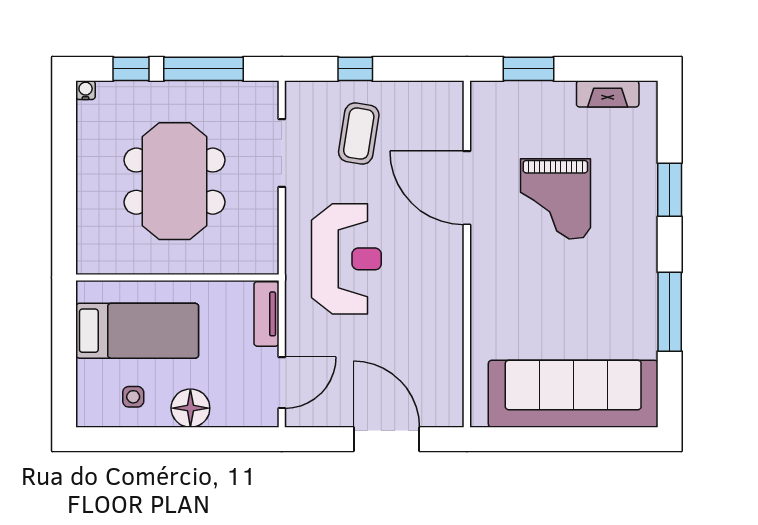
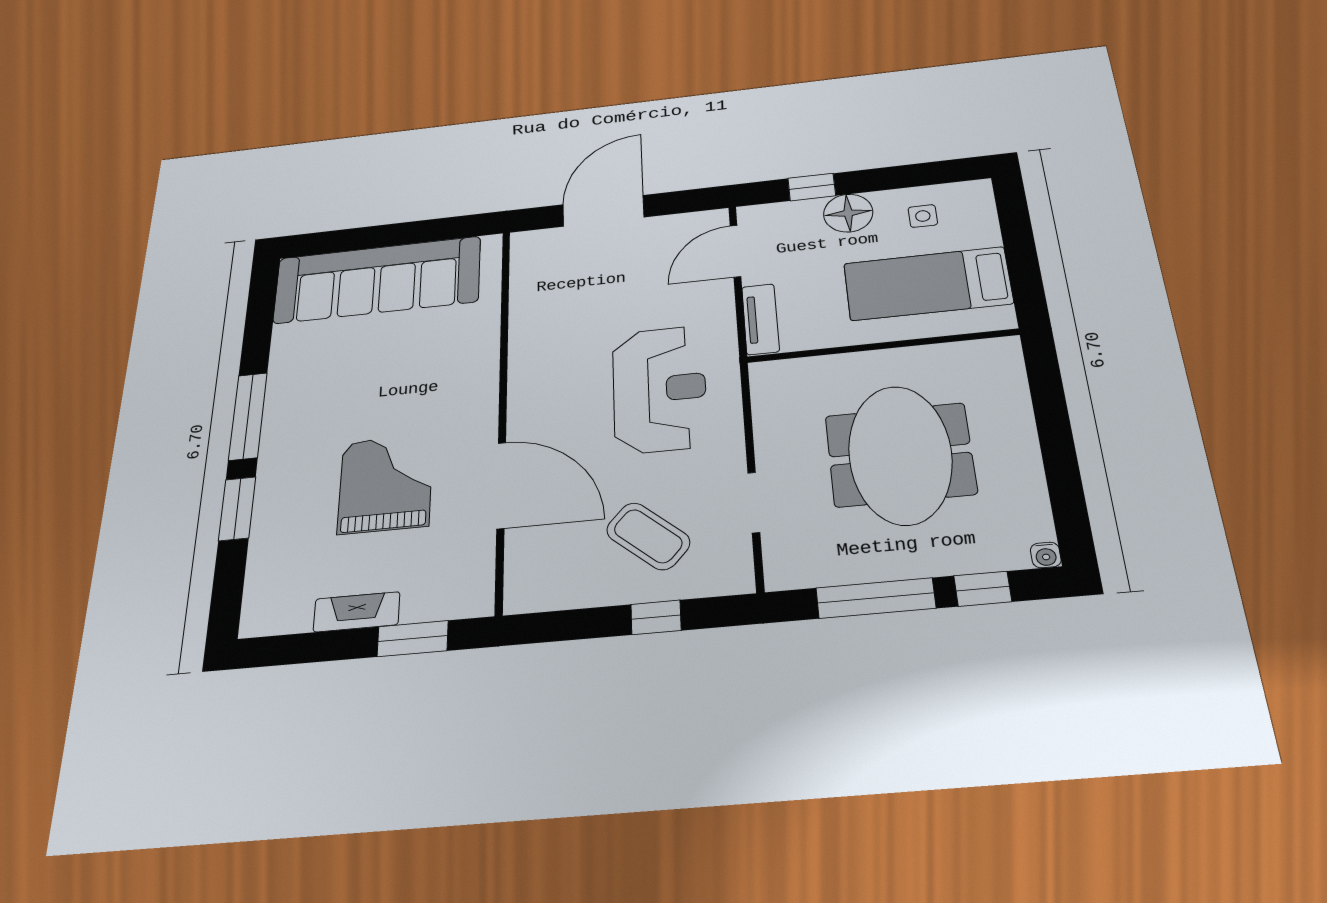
fireplace: (608, 94) -> (357, 612), moved
coffee table: (359, 134) -> (648, 536), turned -58
doorway: (282, 153) -> (754, 502), width x0.73
reception desk: (346, 259) -> (659, 389), turned 180
window: (670, 312) -> (248, 416), moved
window: (217, 439) -> (812, 187), added
door: (386, 439) -> (603, 211), swing flipped

